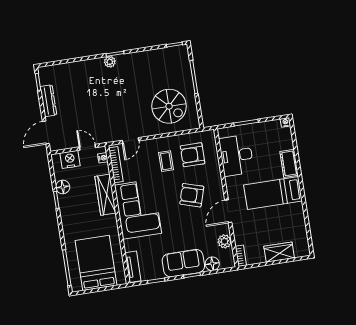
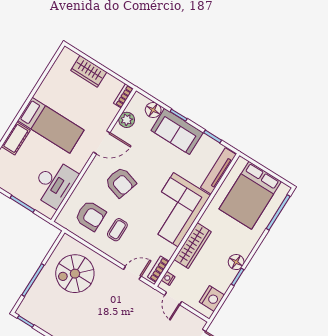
spiral stairs: (169, 106) -> (75, 274), turned -90
nightstand: (70, 159) -> (212, 298), moved, turned -90
bookcase: (116, 165) -> (158, 269), width x0.64
floor lamp: (63, 187) -> (236, 262), moved
tv unit: (133, 267) -> (218, 171), width x1.41

